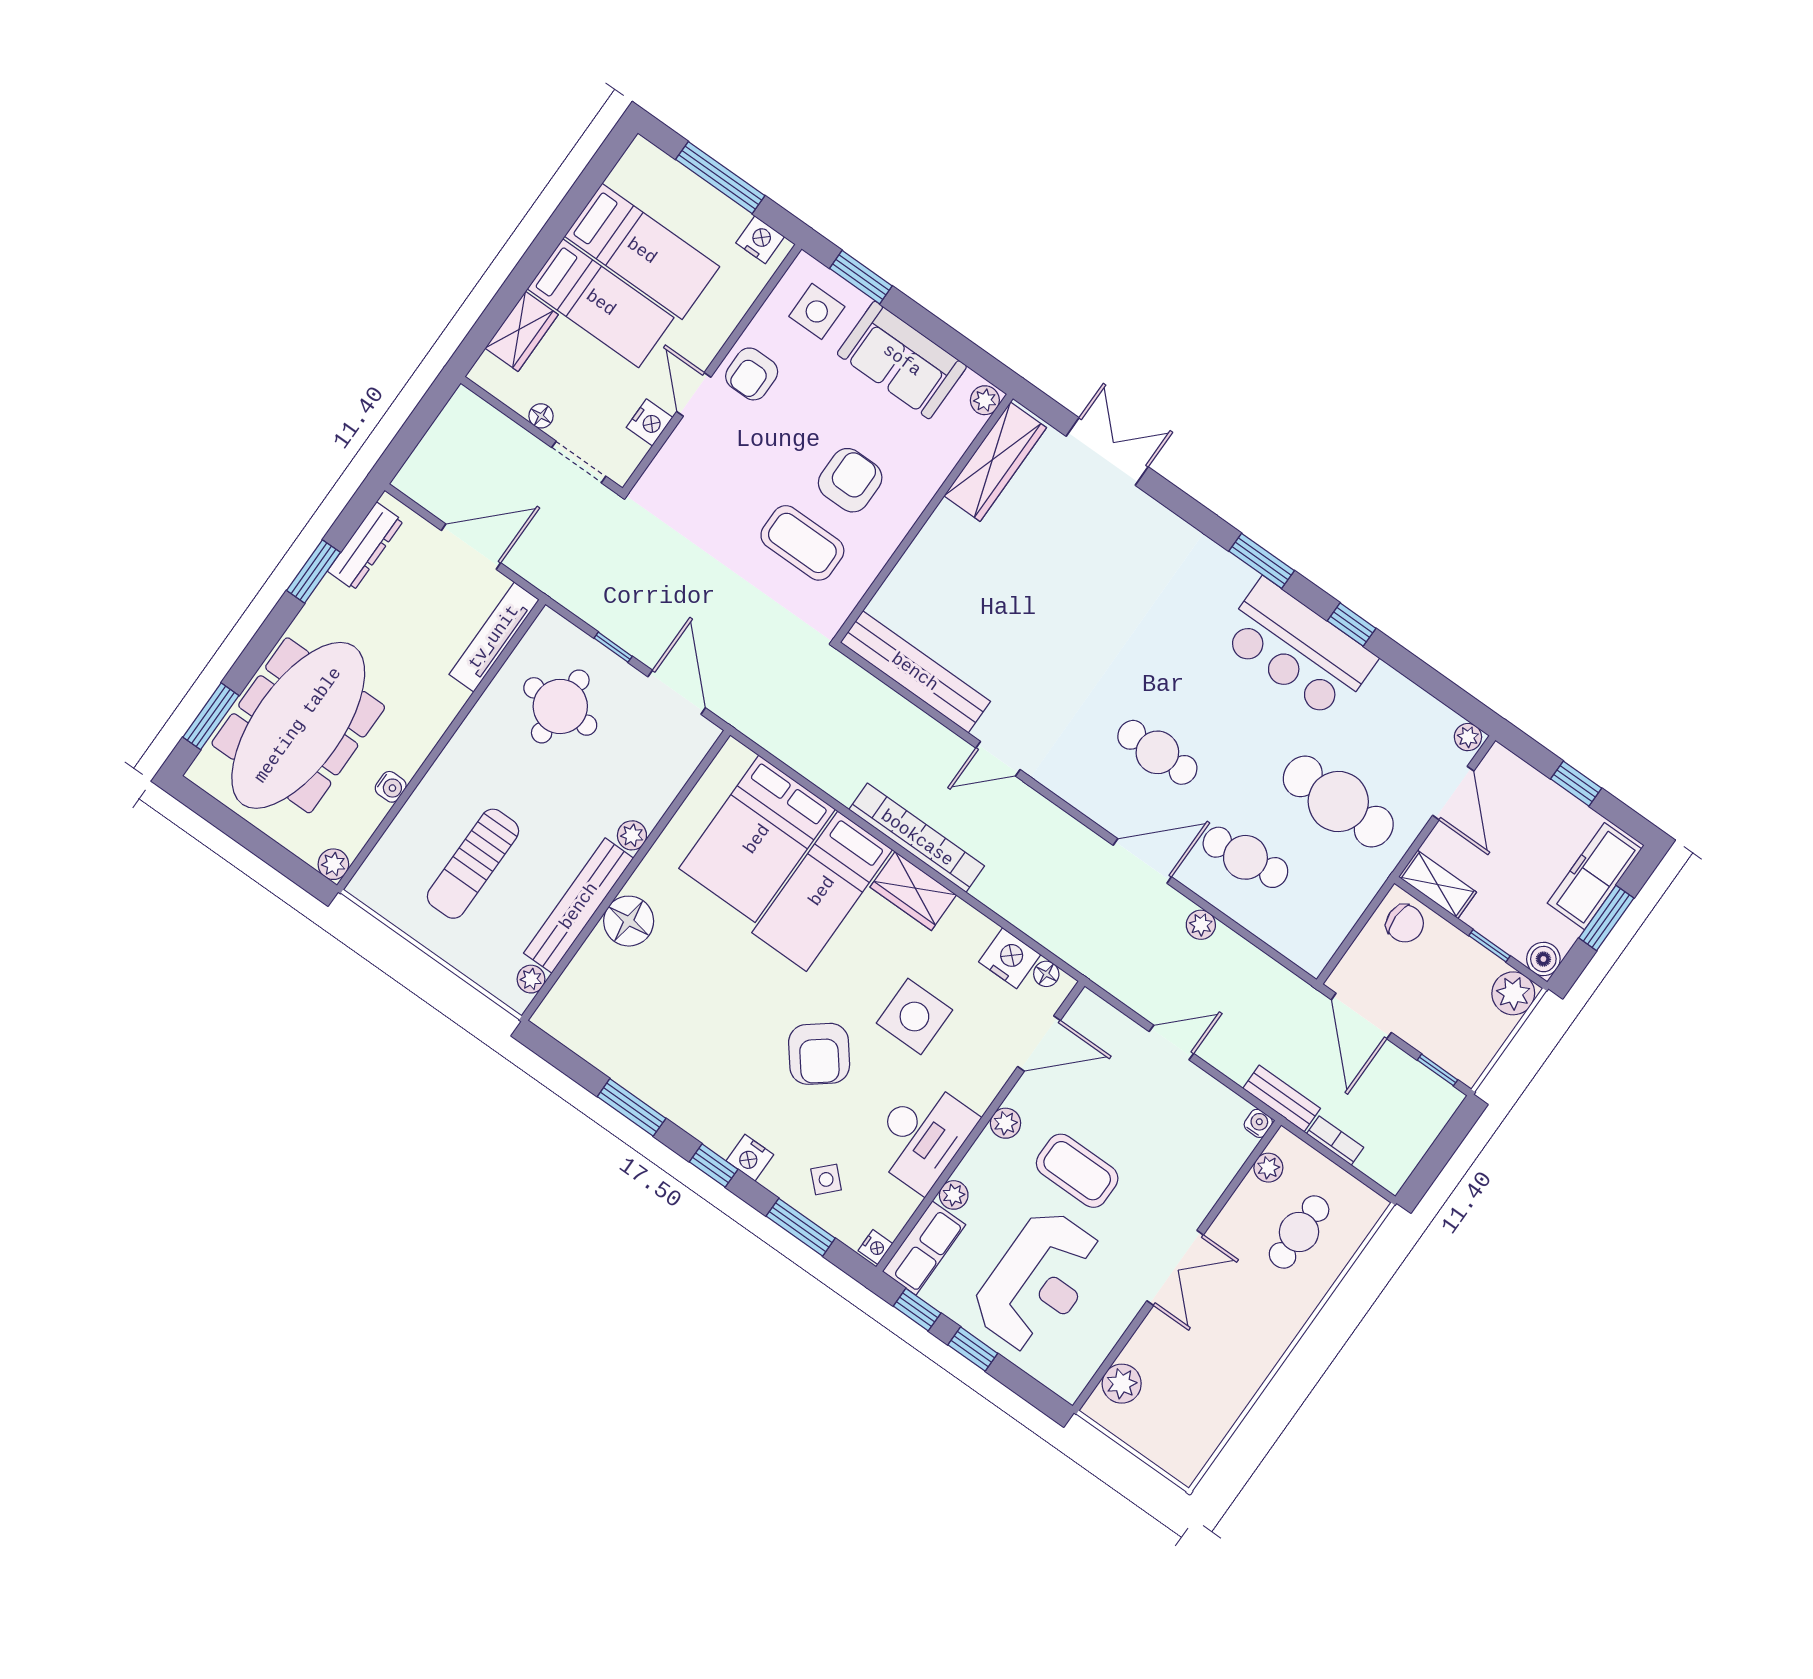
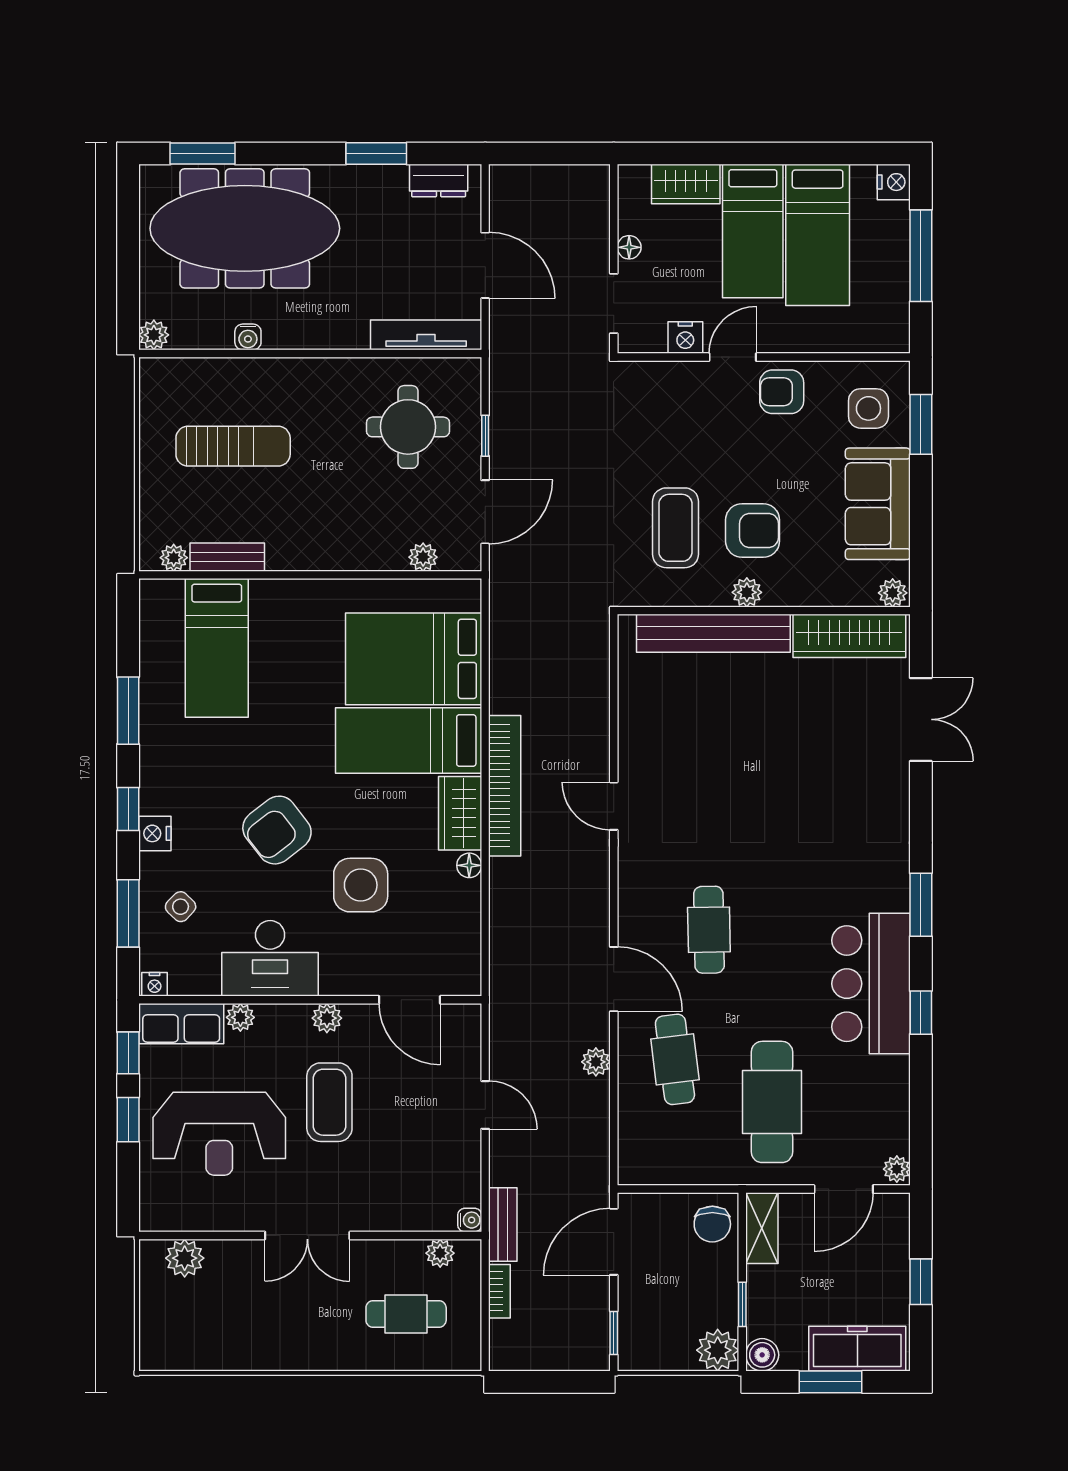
nightstand: (760, 240) -> (894, 182), moved
plant: (898, 521) -> (747, 592), added
dresser: (365, 546) -> (439, 181), width x0.70
bench: (915, 672) -> (713, 633), moved, turned 90
plant: (632, 835) -> (423, 557), moved
sun lounger: (473, 864) -> (233, 446), turned 180
bench: (579, 906) -> (227, 557), width x0.54, depth x0.82
floor lamp: (629, 921) -> (275, 603), removed
nightstand: (1010, 958) -> (461, 928), removed
floor lamp: (1046, 974) -> (469, 865), moved
bed: (632, 997) -> (217, 648), added

